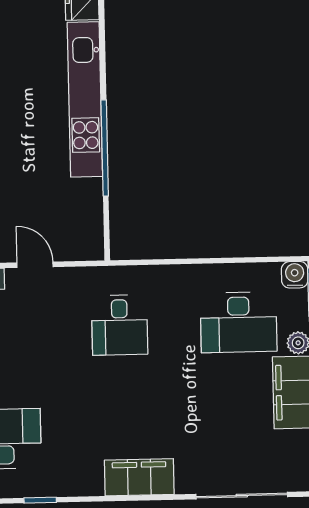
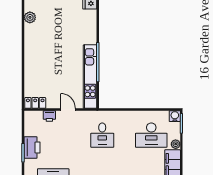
kitchen unit: (85, 99) -> (90, 77), moved

